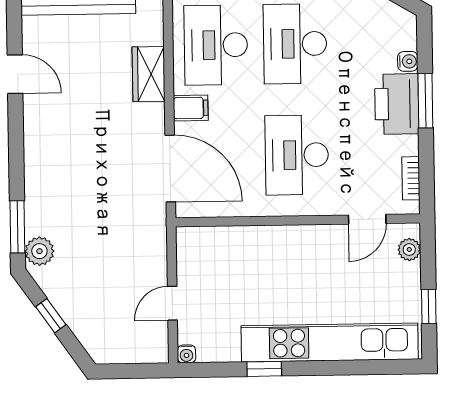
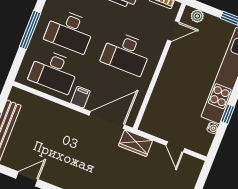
wardrobe: (149, 74) -> (136, 143), moved
door: (367, 219) -> (173, 31), hinge flipped
water cooler: (186, 354) -> (213, 128), moved

